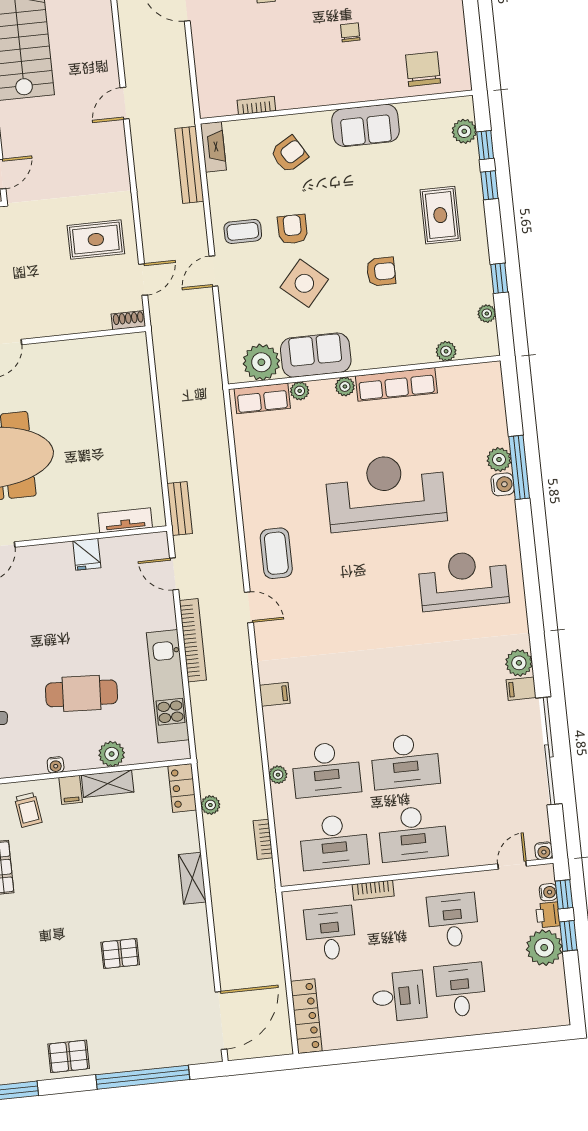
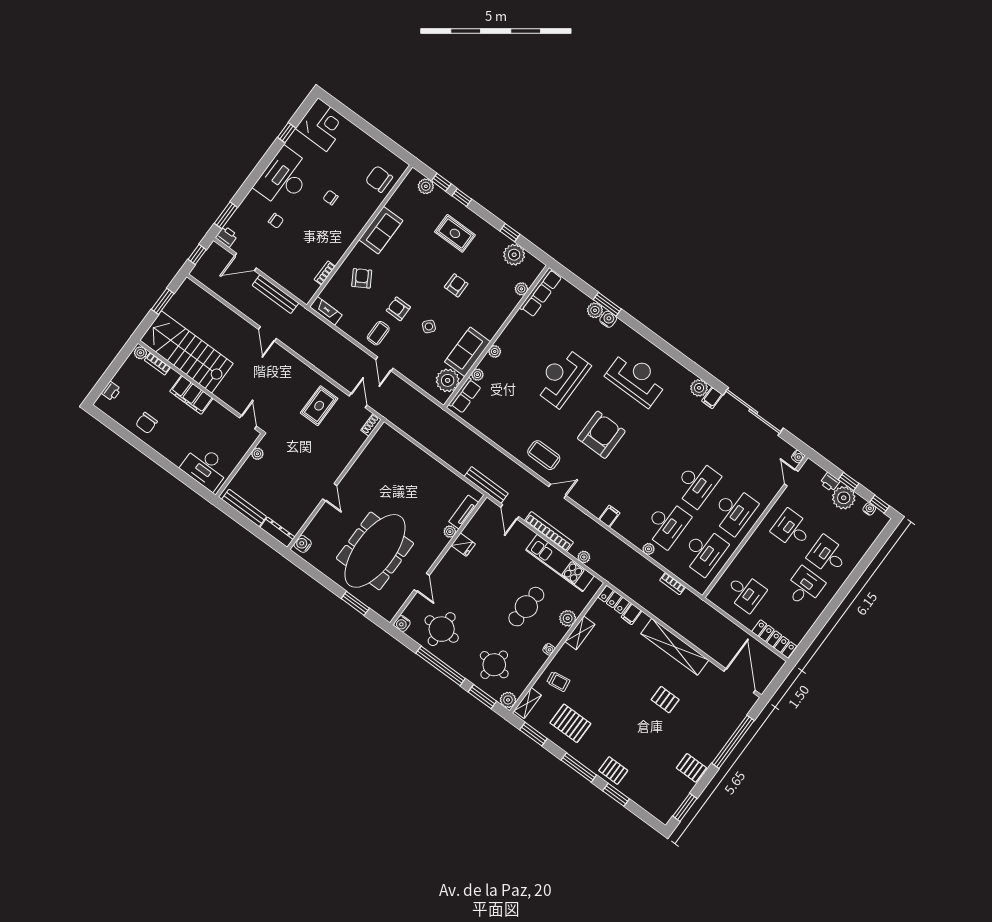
bench: (189, 165) -> (275, 294), moved
side table: (304, 283) -> (429, 326), width x0.54, depth x0.54
plant: (487, 314) -> (514, 255), width x1.88, depth x1.88
row of seats: (396, 384) -> (541, 292), moved
window: (519, 467) -> (607, 304), width x0.69
reception desk: (386, 492) -> (562, 377), width x0.74, depth x0.77
bench: (180, 509) -> (486, 485), width x1.36
plant: (88, 525) -> (450, 532), added
door: (174, 574) -> (510, 512), hinge flipped
reception desk: (463, 580) -> (636, 379), turned 90
armchair: (361, 599) -> (601, 435), added
filing cabinet: (71, 790) -> (631, 614), moved, turned 90
plant: (210, 805) -> (584, 557), moved
shelving: (192, 878) -> (675, 647), width x2.20, depth x1.33
bookcase: (373, 890) -> (744, 554), removed
water cooler: (548, 892) -> (869, 509), moved
window: (564, 894) -> (879, 504), moved
desk: (330, 933) -> (745, 592), turned 180
pallet: (120, 953) -> (665, 700), turned 90
pallet: (69, 1056) -> (691, 768), turned 90

